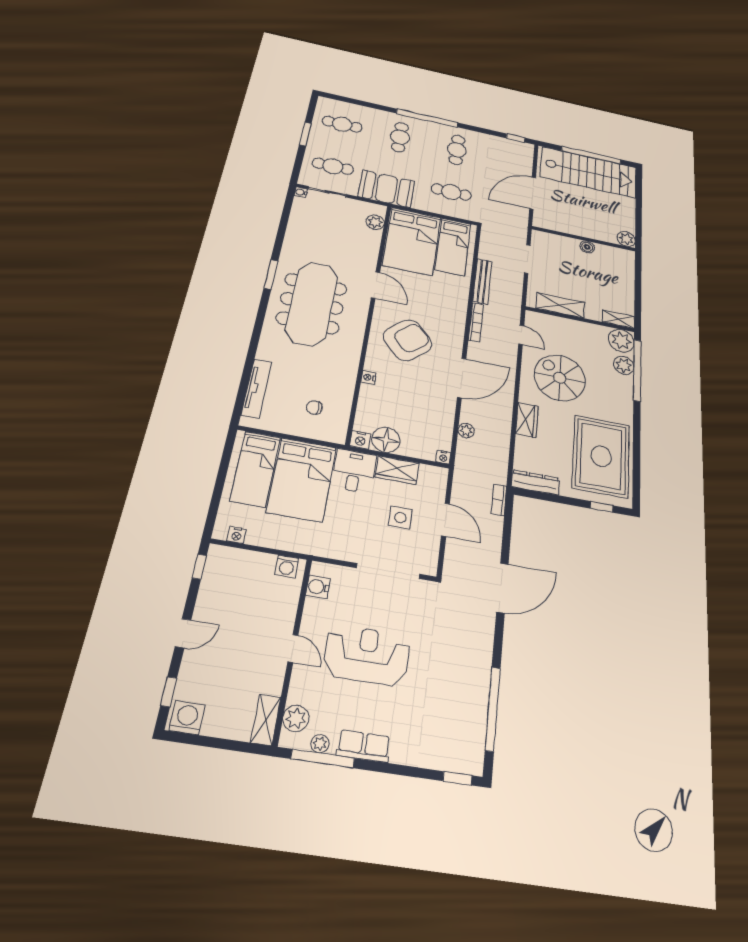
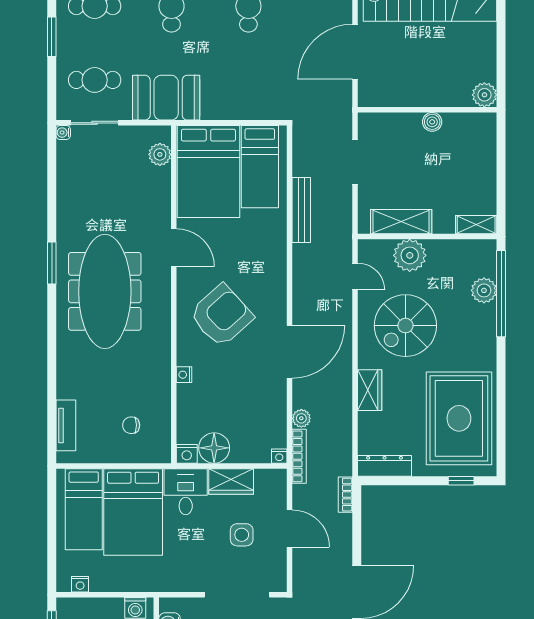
cafe table: (451, 192) -> (248, 80), removed
bookcase: (476, 322) -> (299, 456), moved
plant: (621, 341) -> (410, 255), moved
spiral stairs: (560, 378) -> (405, 326), turned -90
tv unit: (257, 388) -> (66, 425), width x0.71

